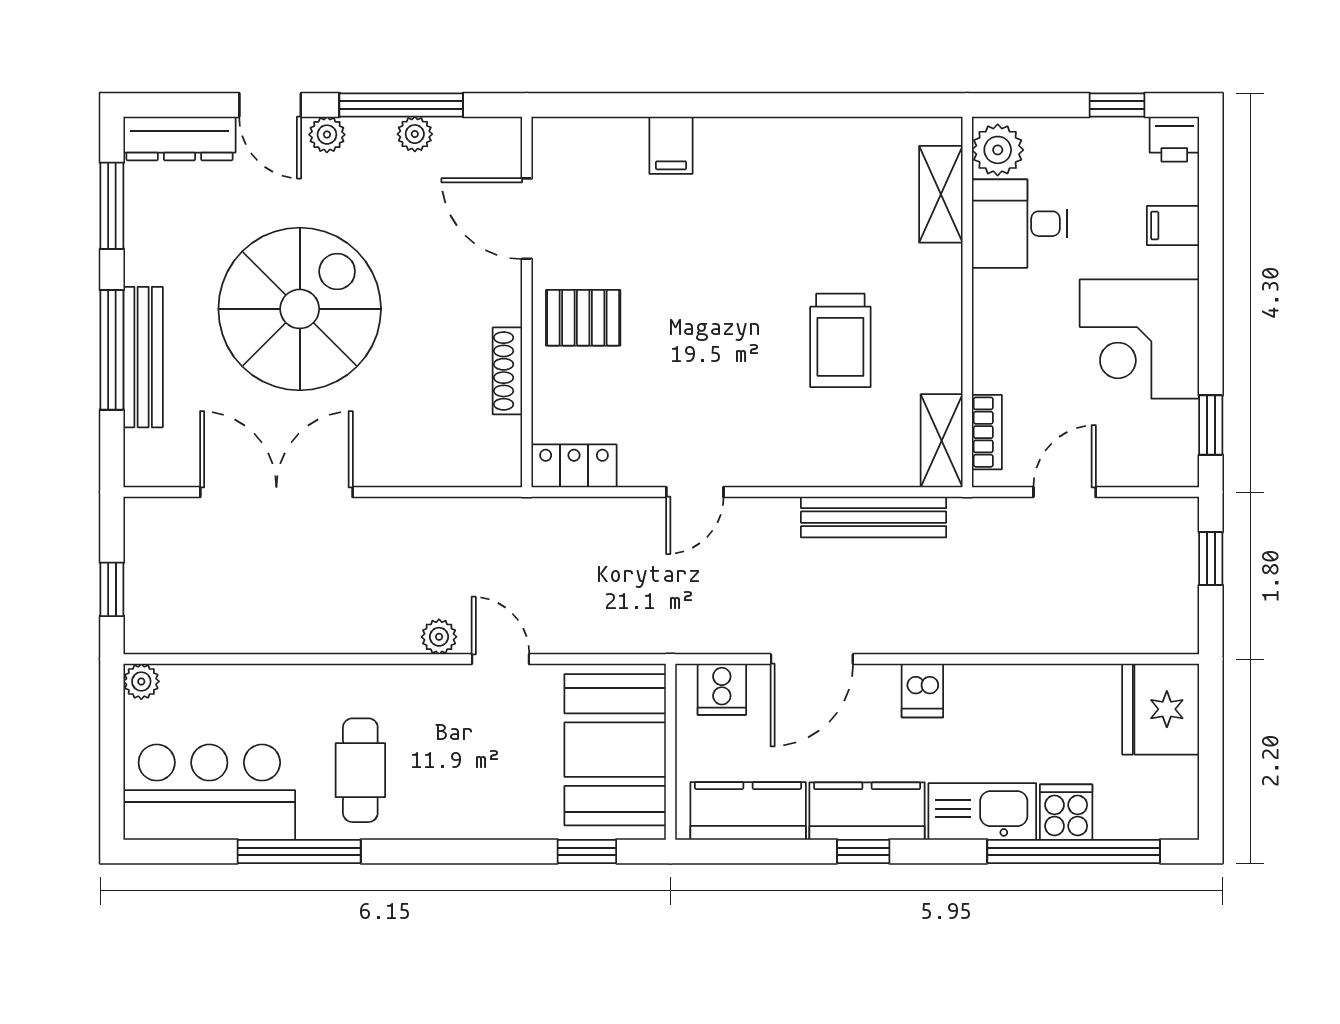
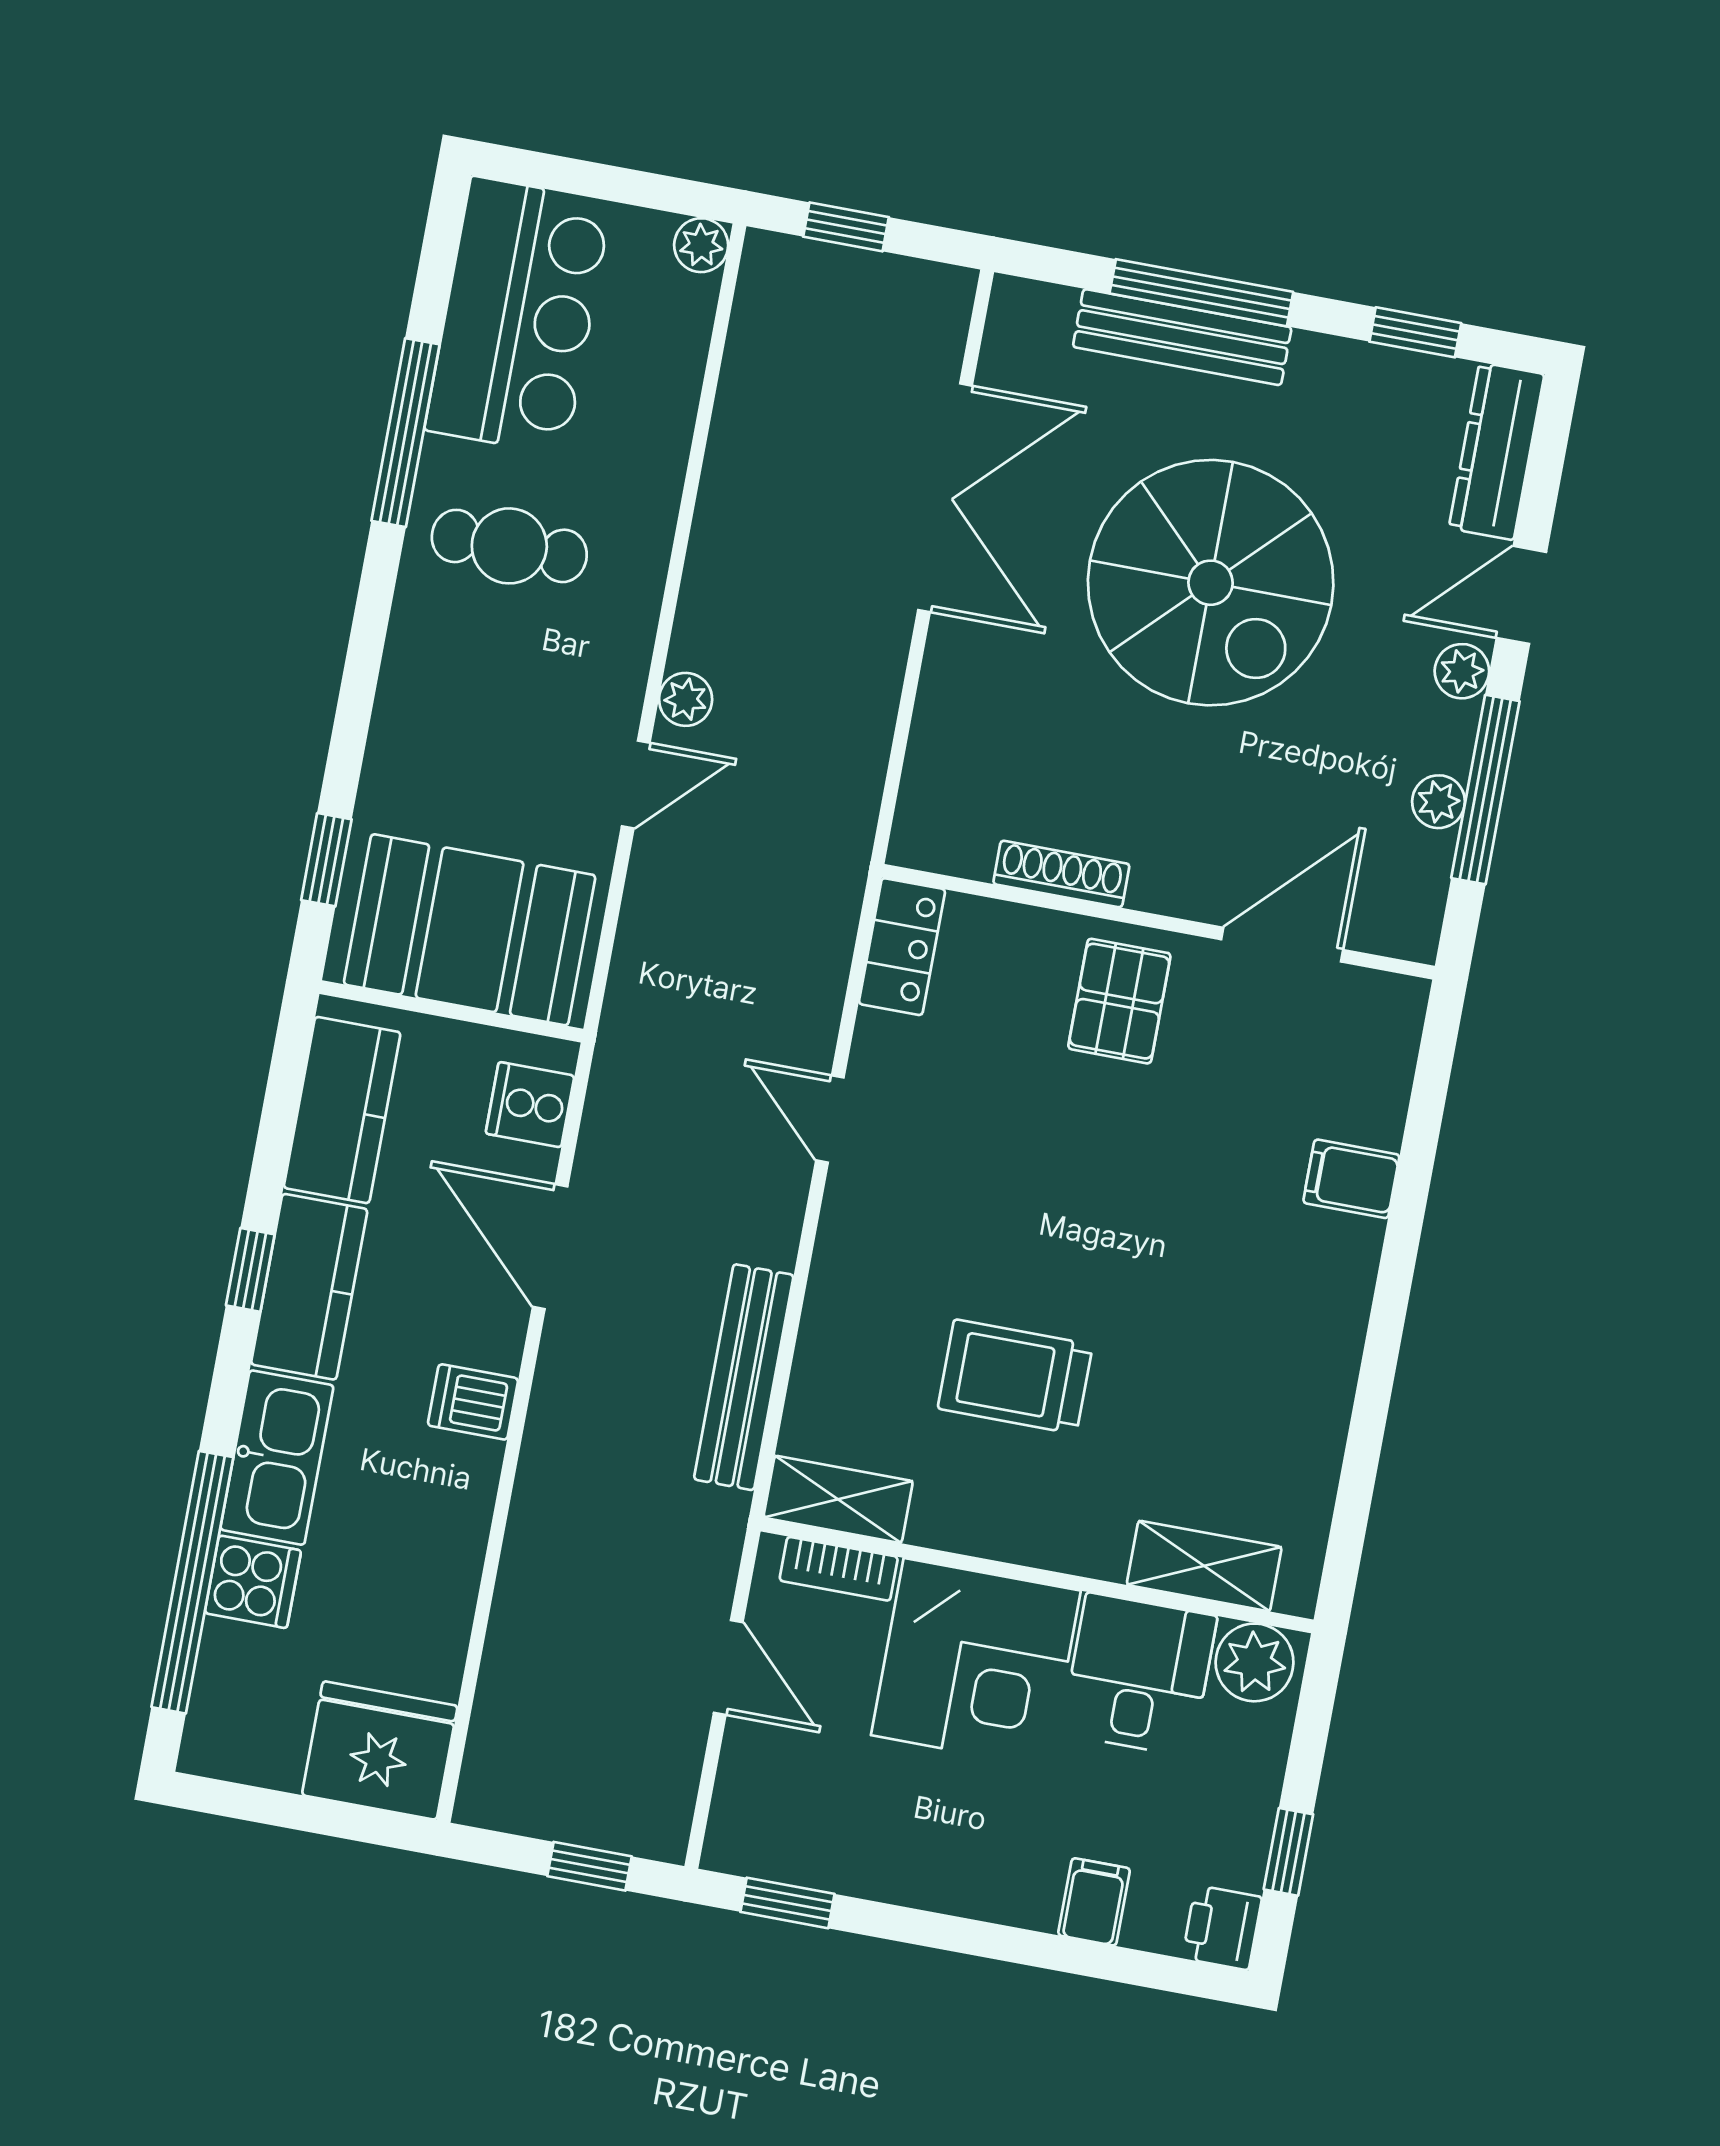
window: (112, 206) -> (1415, 332), width x0.67
corner desk: (1139, 339) -> (976, 1663), moved, turned 180

